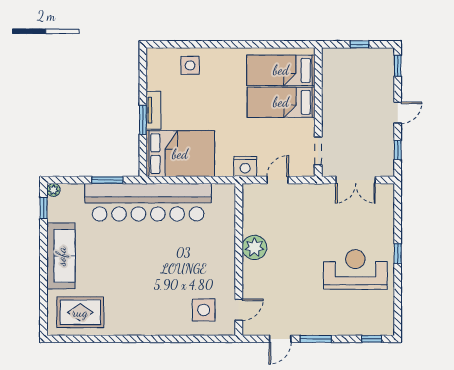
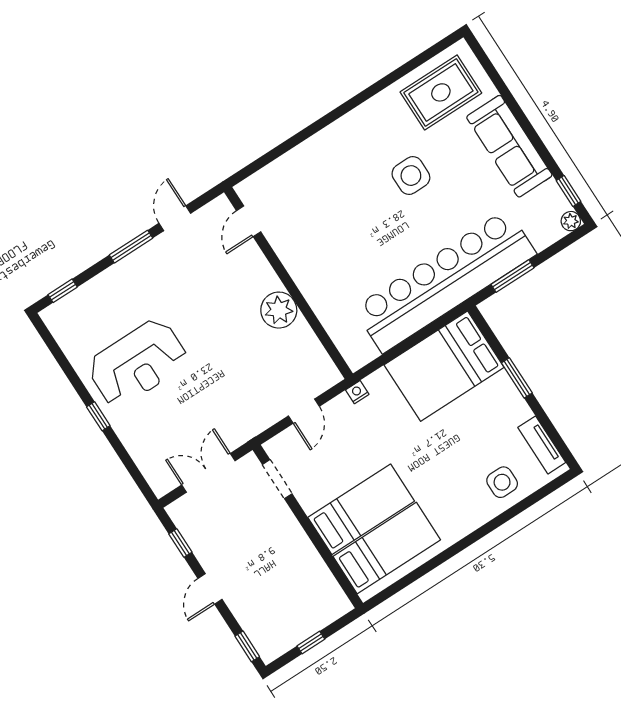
tv unit: (153, 110) -> (542, 445), moved
nightstand: (245, 167) -> (357, 392), width x0.53, depth x0.56
side table: (204, 310) -> (411, 176), moved

